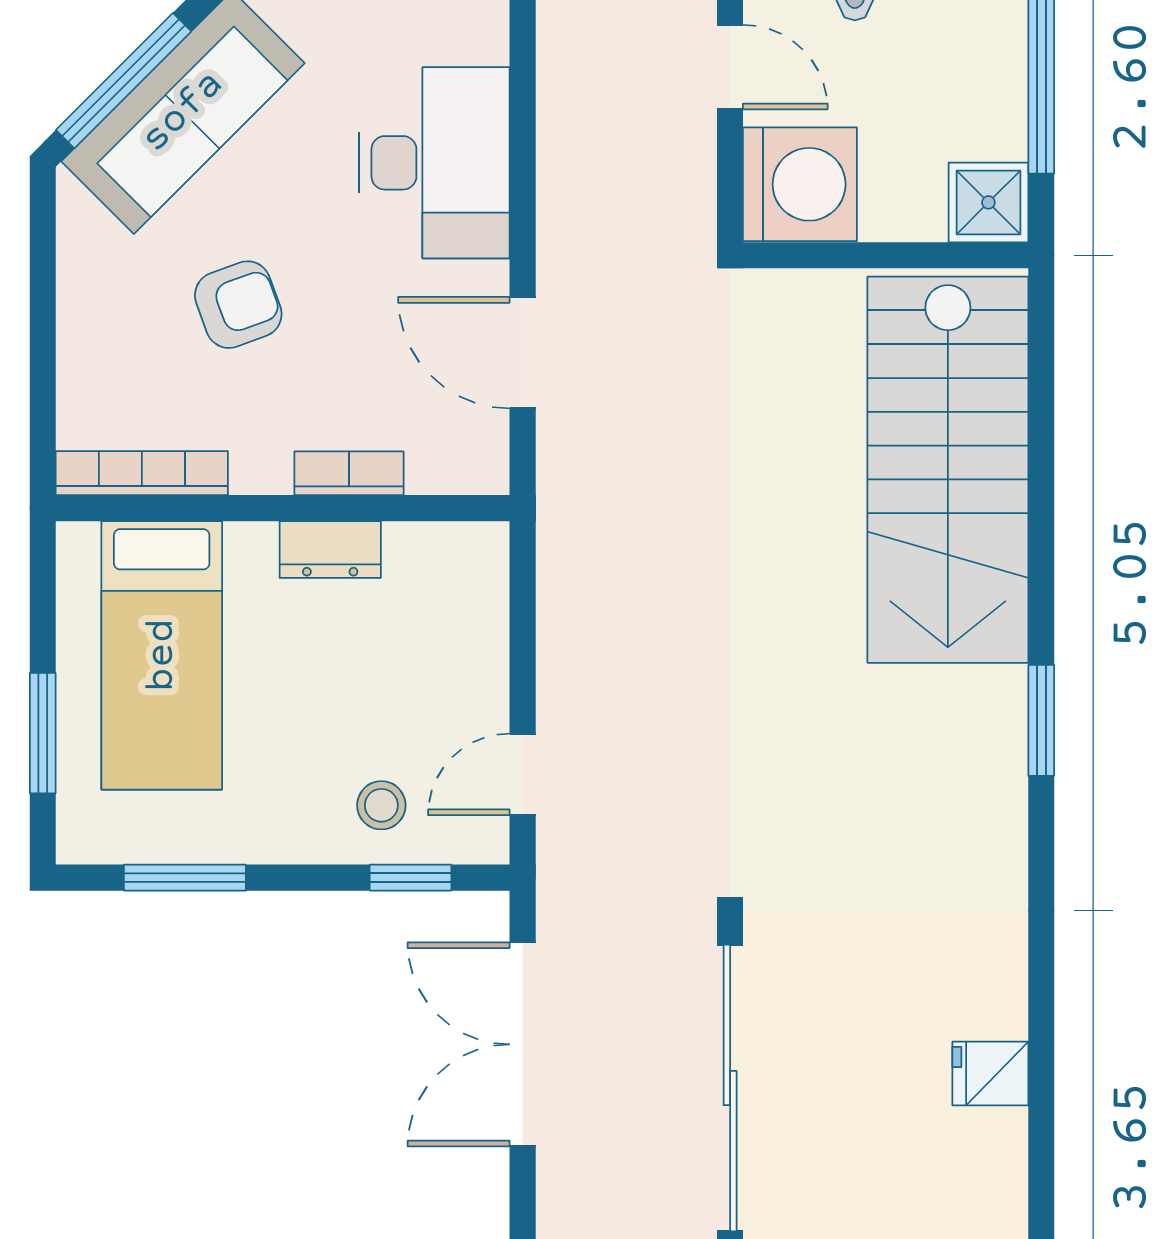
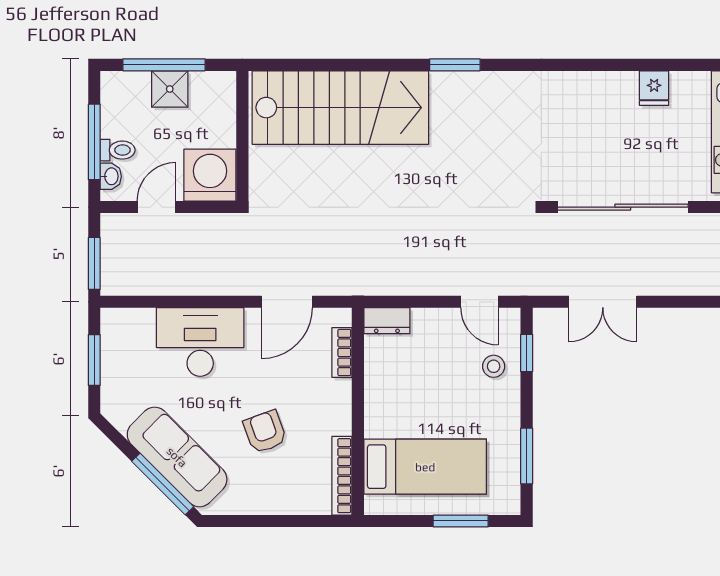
shower: (988, 202) -> (170, 89), moved
bookcase: (349, 473) -> (342, 352), moved
dresser: (330, 550) -> (387, 321), moved, turned 90
double door: (523, 1044) -> (603, 302), width x0.73
fridge: (990, 1074) -> (654, 88), moved

